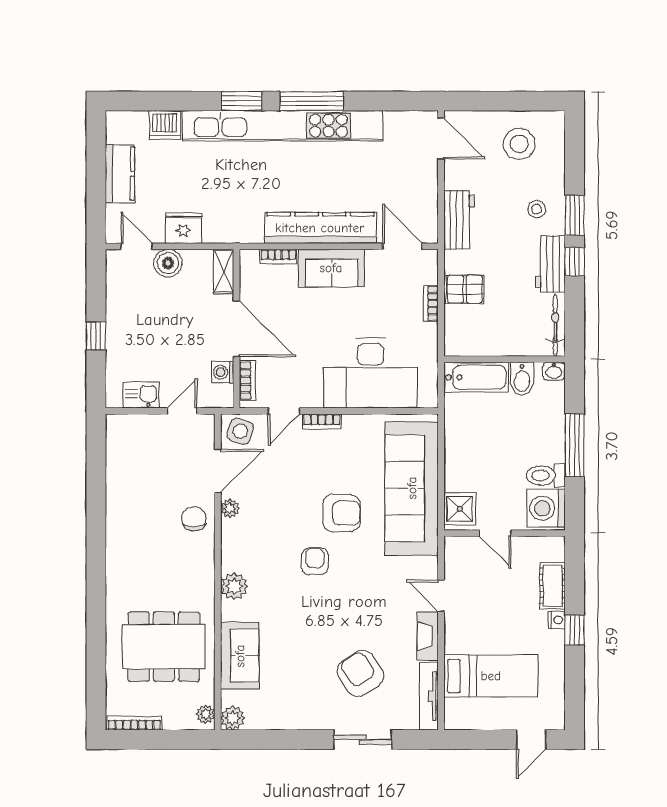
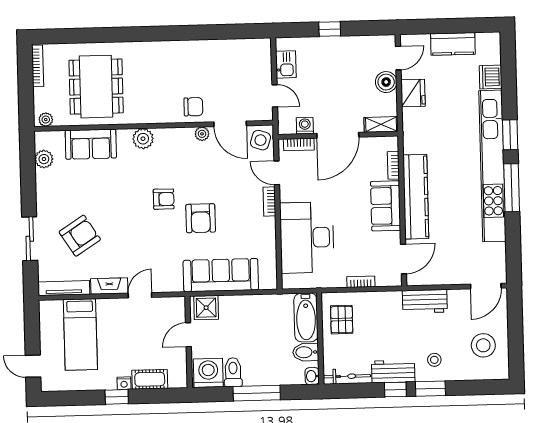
pallet: (465, 289) -> (342, 320), moved
sofa: (412, 488) -> (221, 275), width x0.74, depth x0.79
plant: (233, 718) -> (44, 159), moved

